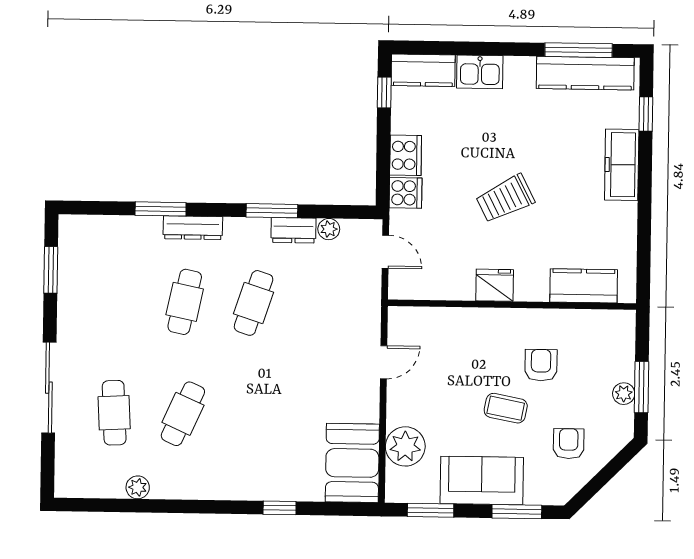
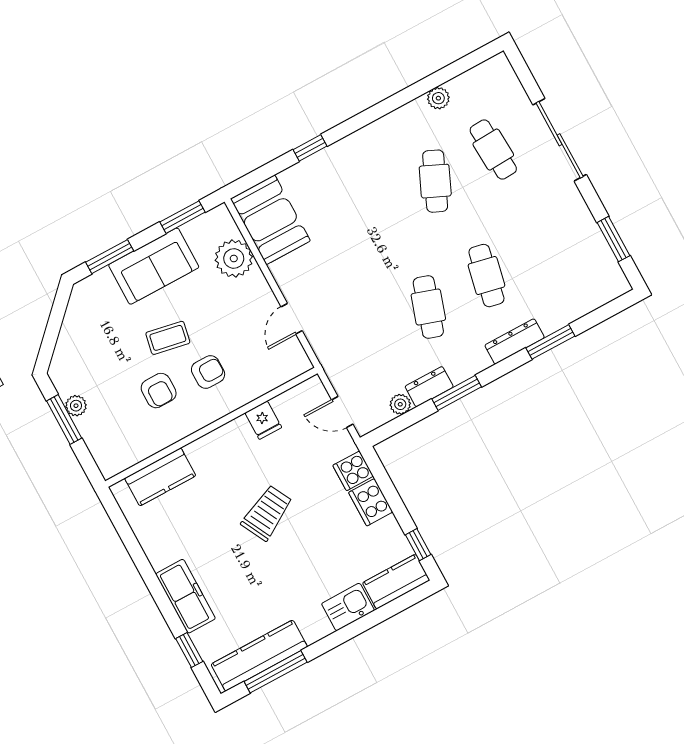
fridge: (495, 285) -> (263, 420), moved, width x0.72
armchair: (569, 444) -> (208, 372), moved, turned -90

